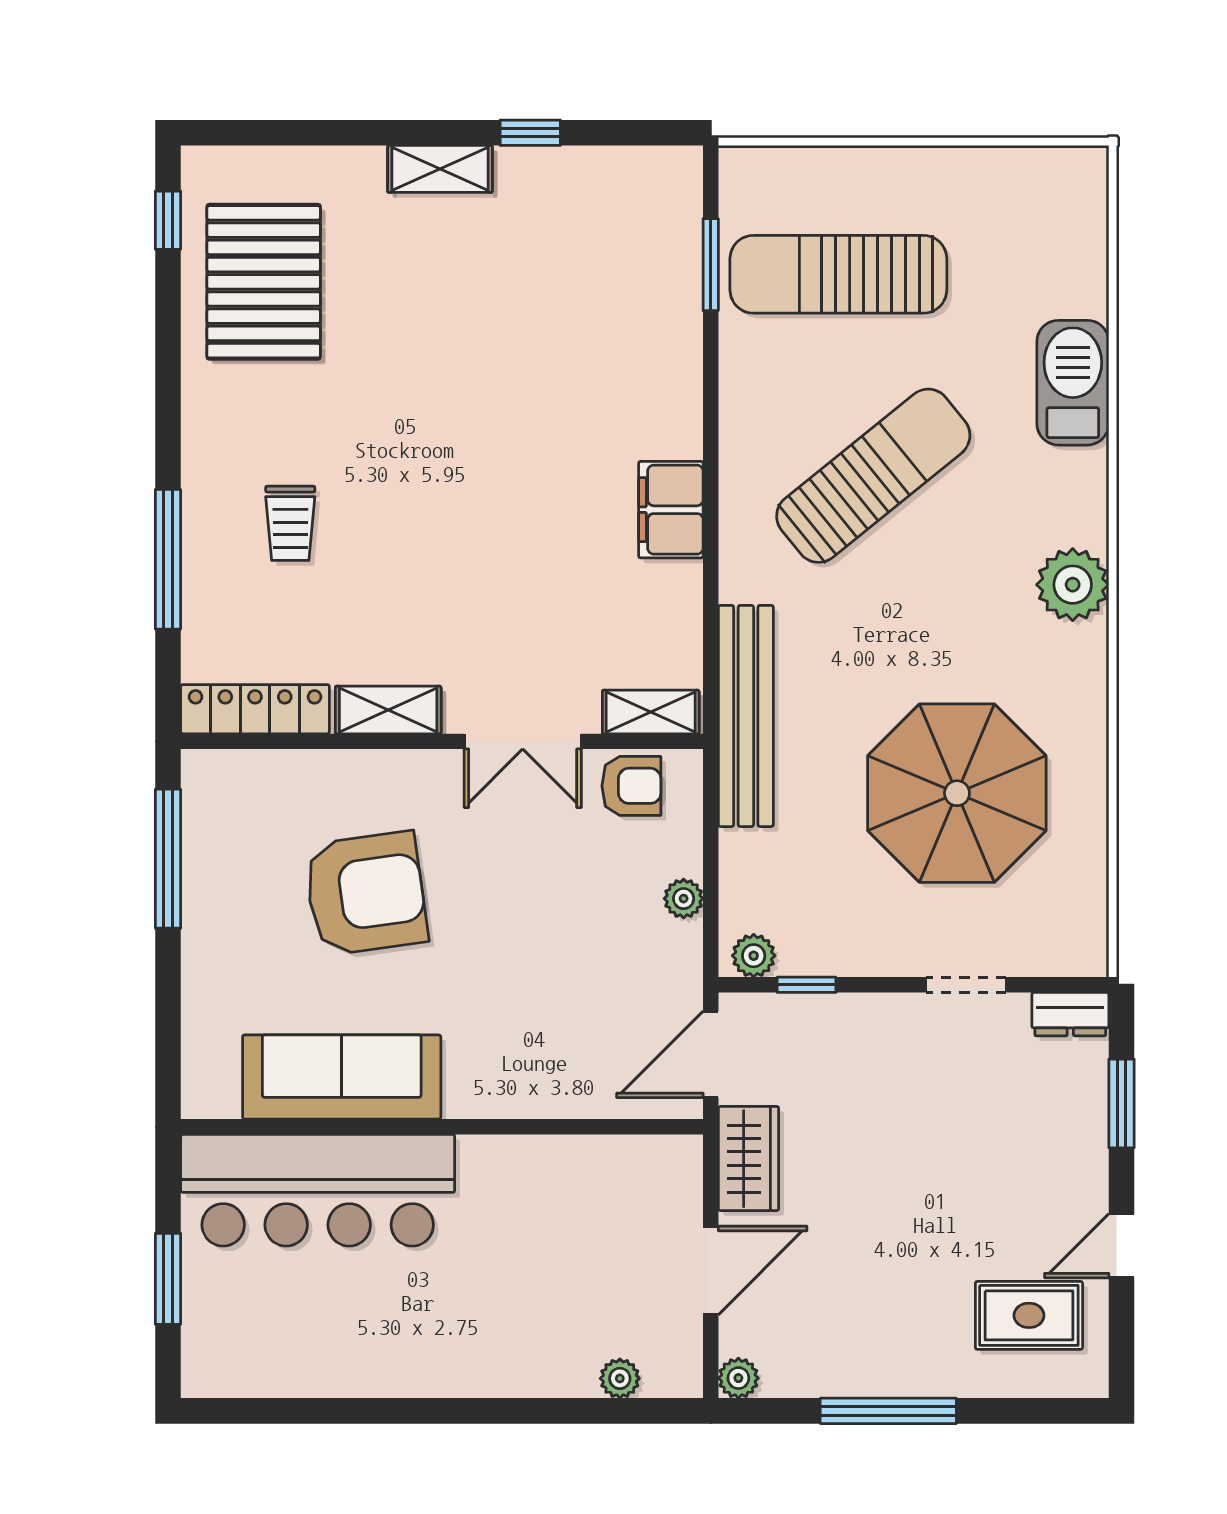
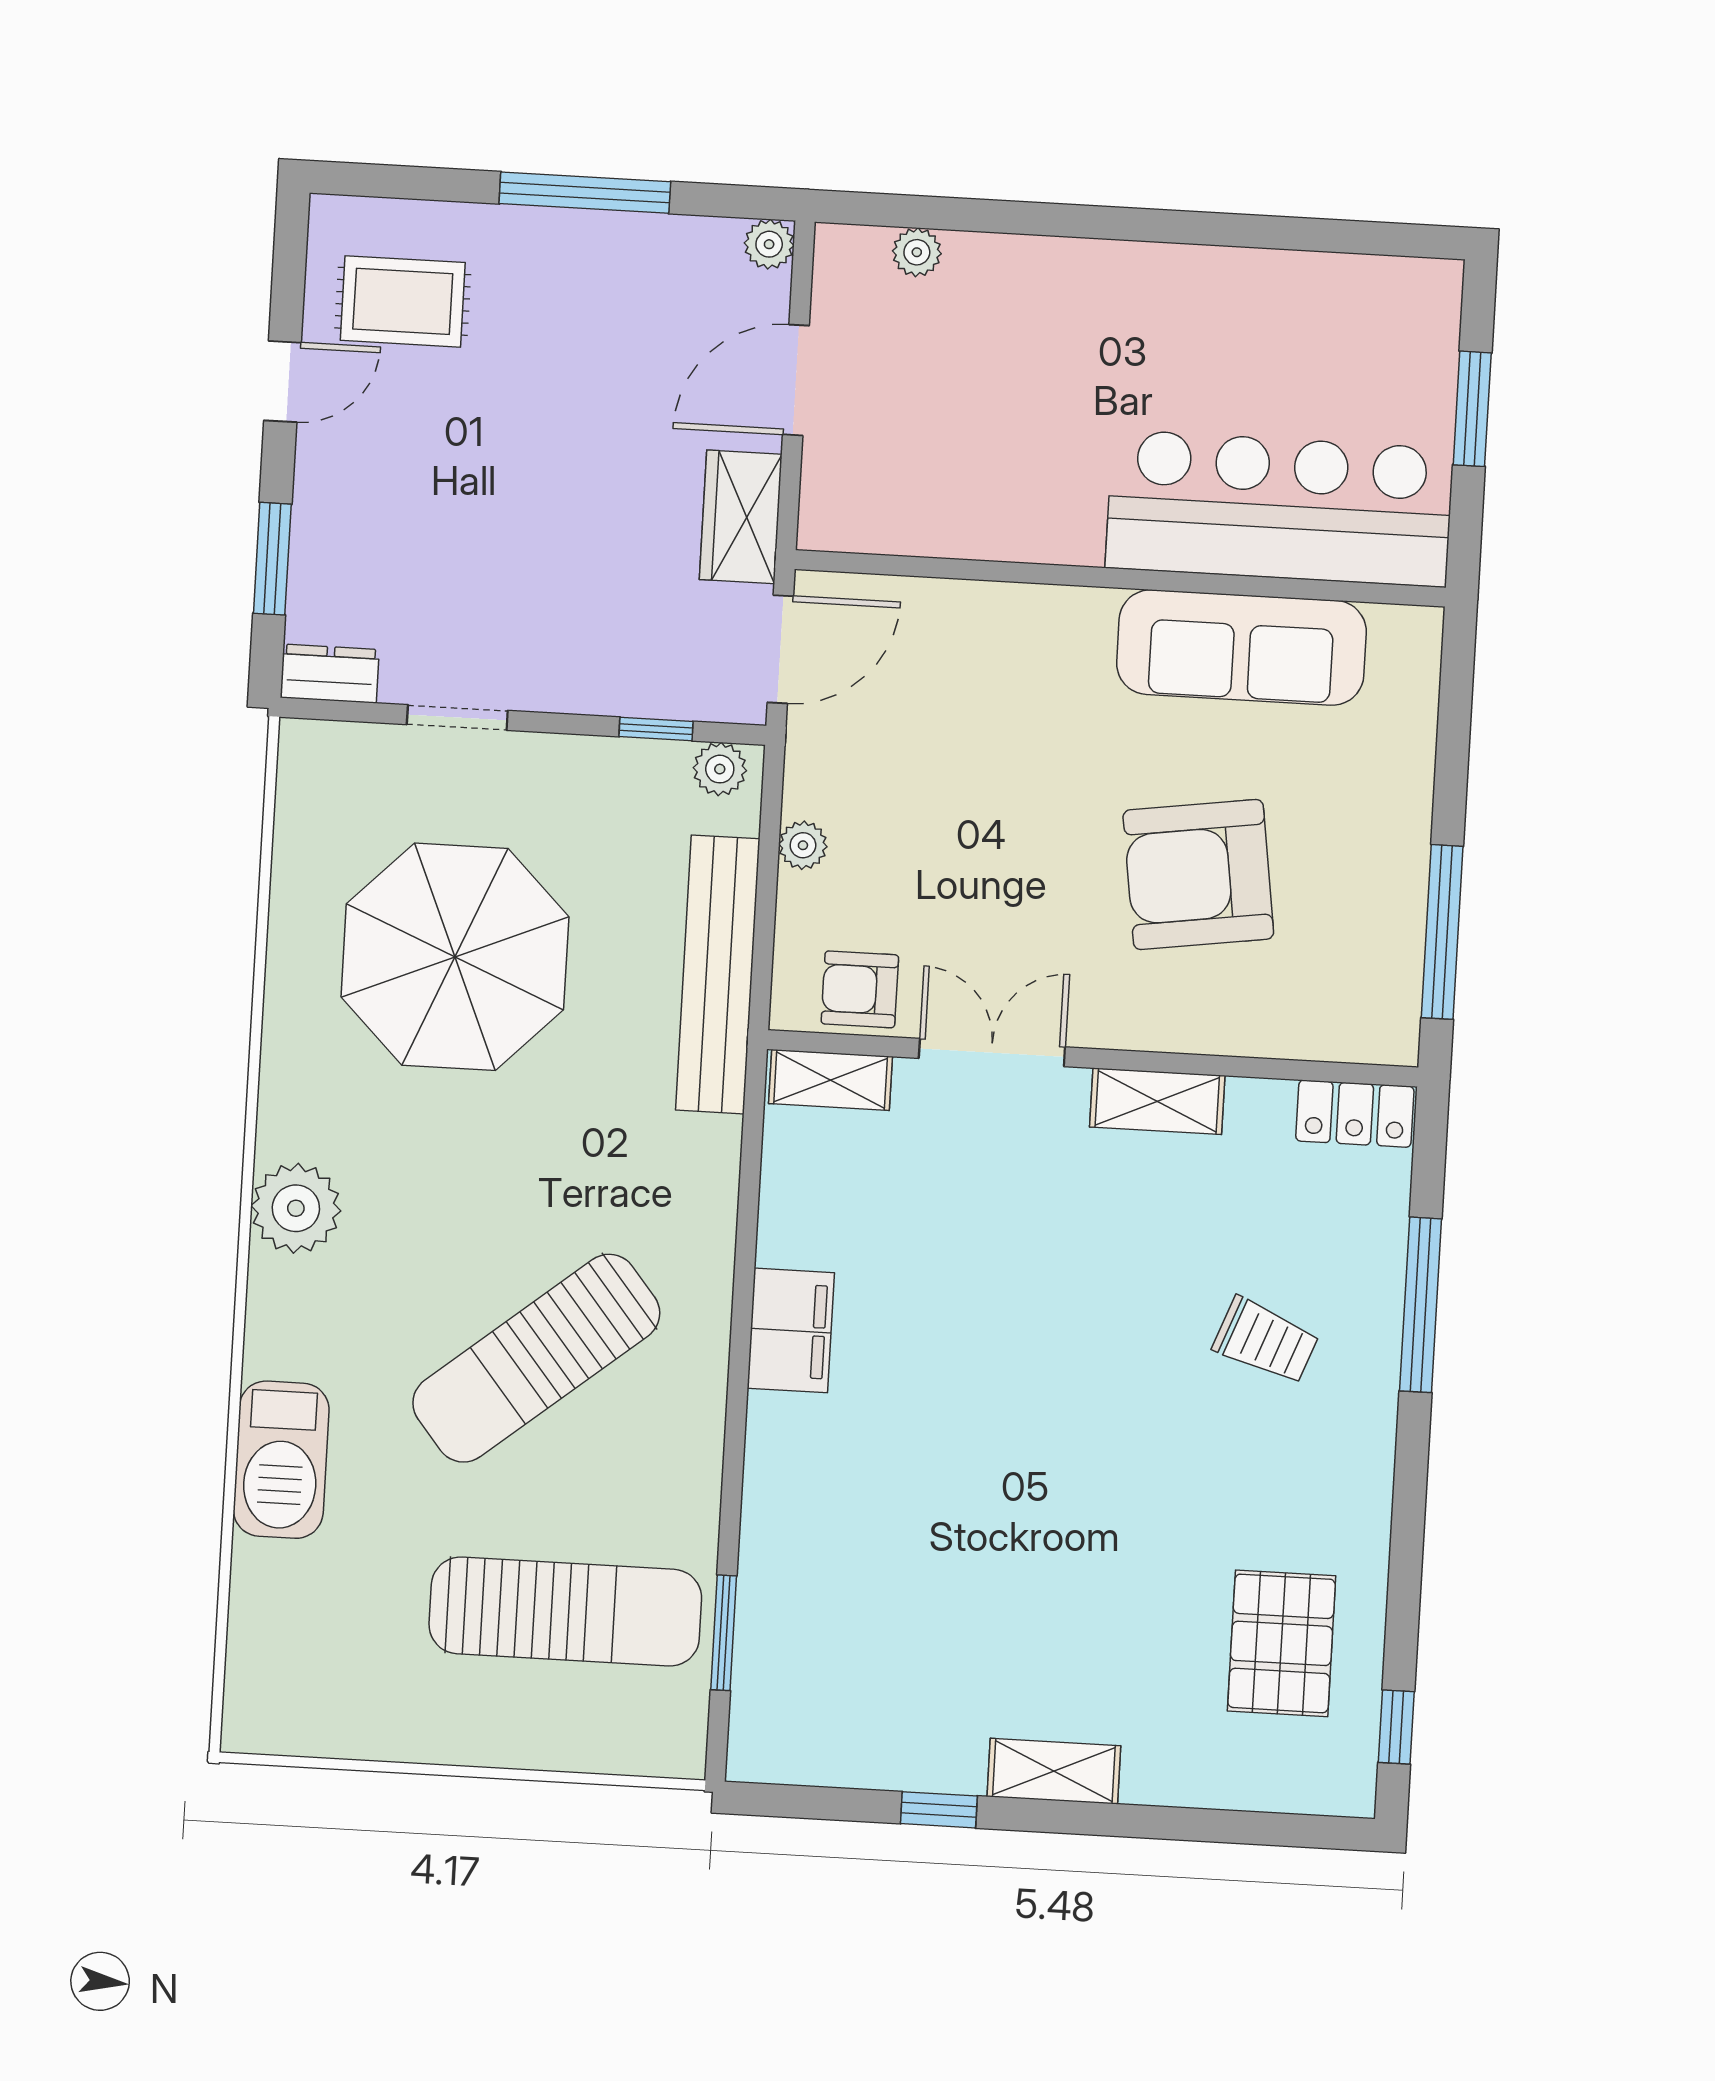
pallet: (264, 282) -> (1282, 1643), width x0.73, depth x0.71
trolley: (290, 523) -> (1266, 1341), turned 111
locker: (255, 709) -> (1355, 1114), width x0.66
bench: (746, 716) -> (718, 974), moved

